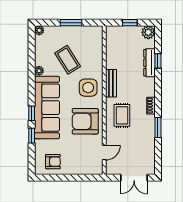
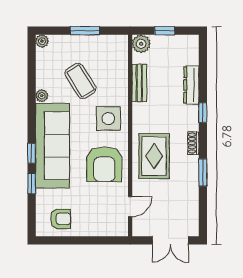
plant: (148, 32) -> (141, 44), moved
window: (158, 61) -> (203, 113), moved
bench: (111, 83) -> (139, 83), moved
rug: (122, 115) -> (154, 156), width x1.36, depth x1.43
armchair: (85, 121) -> (104, 164), turned -90

